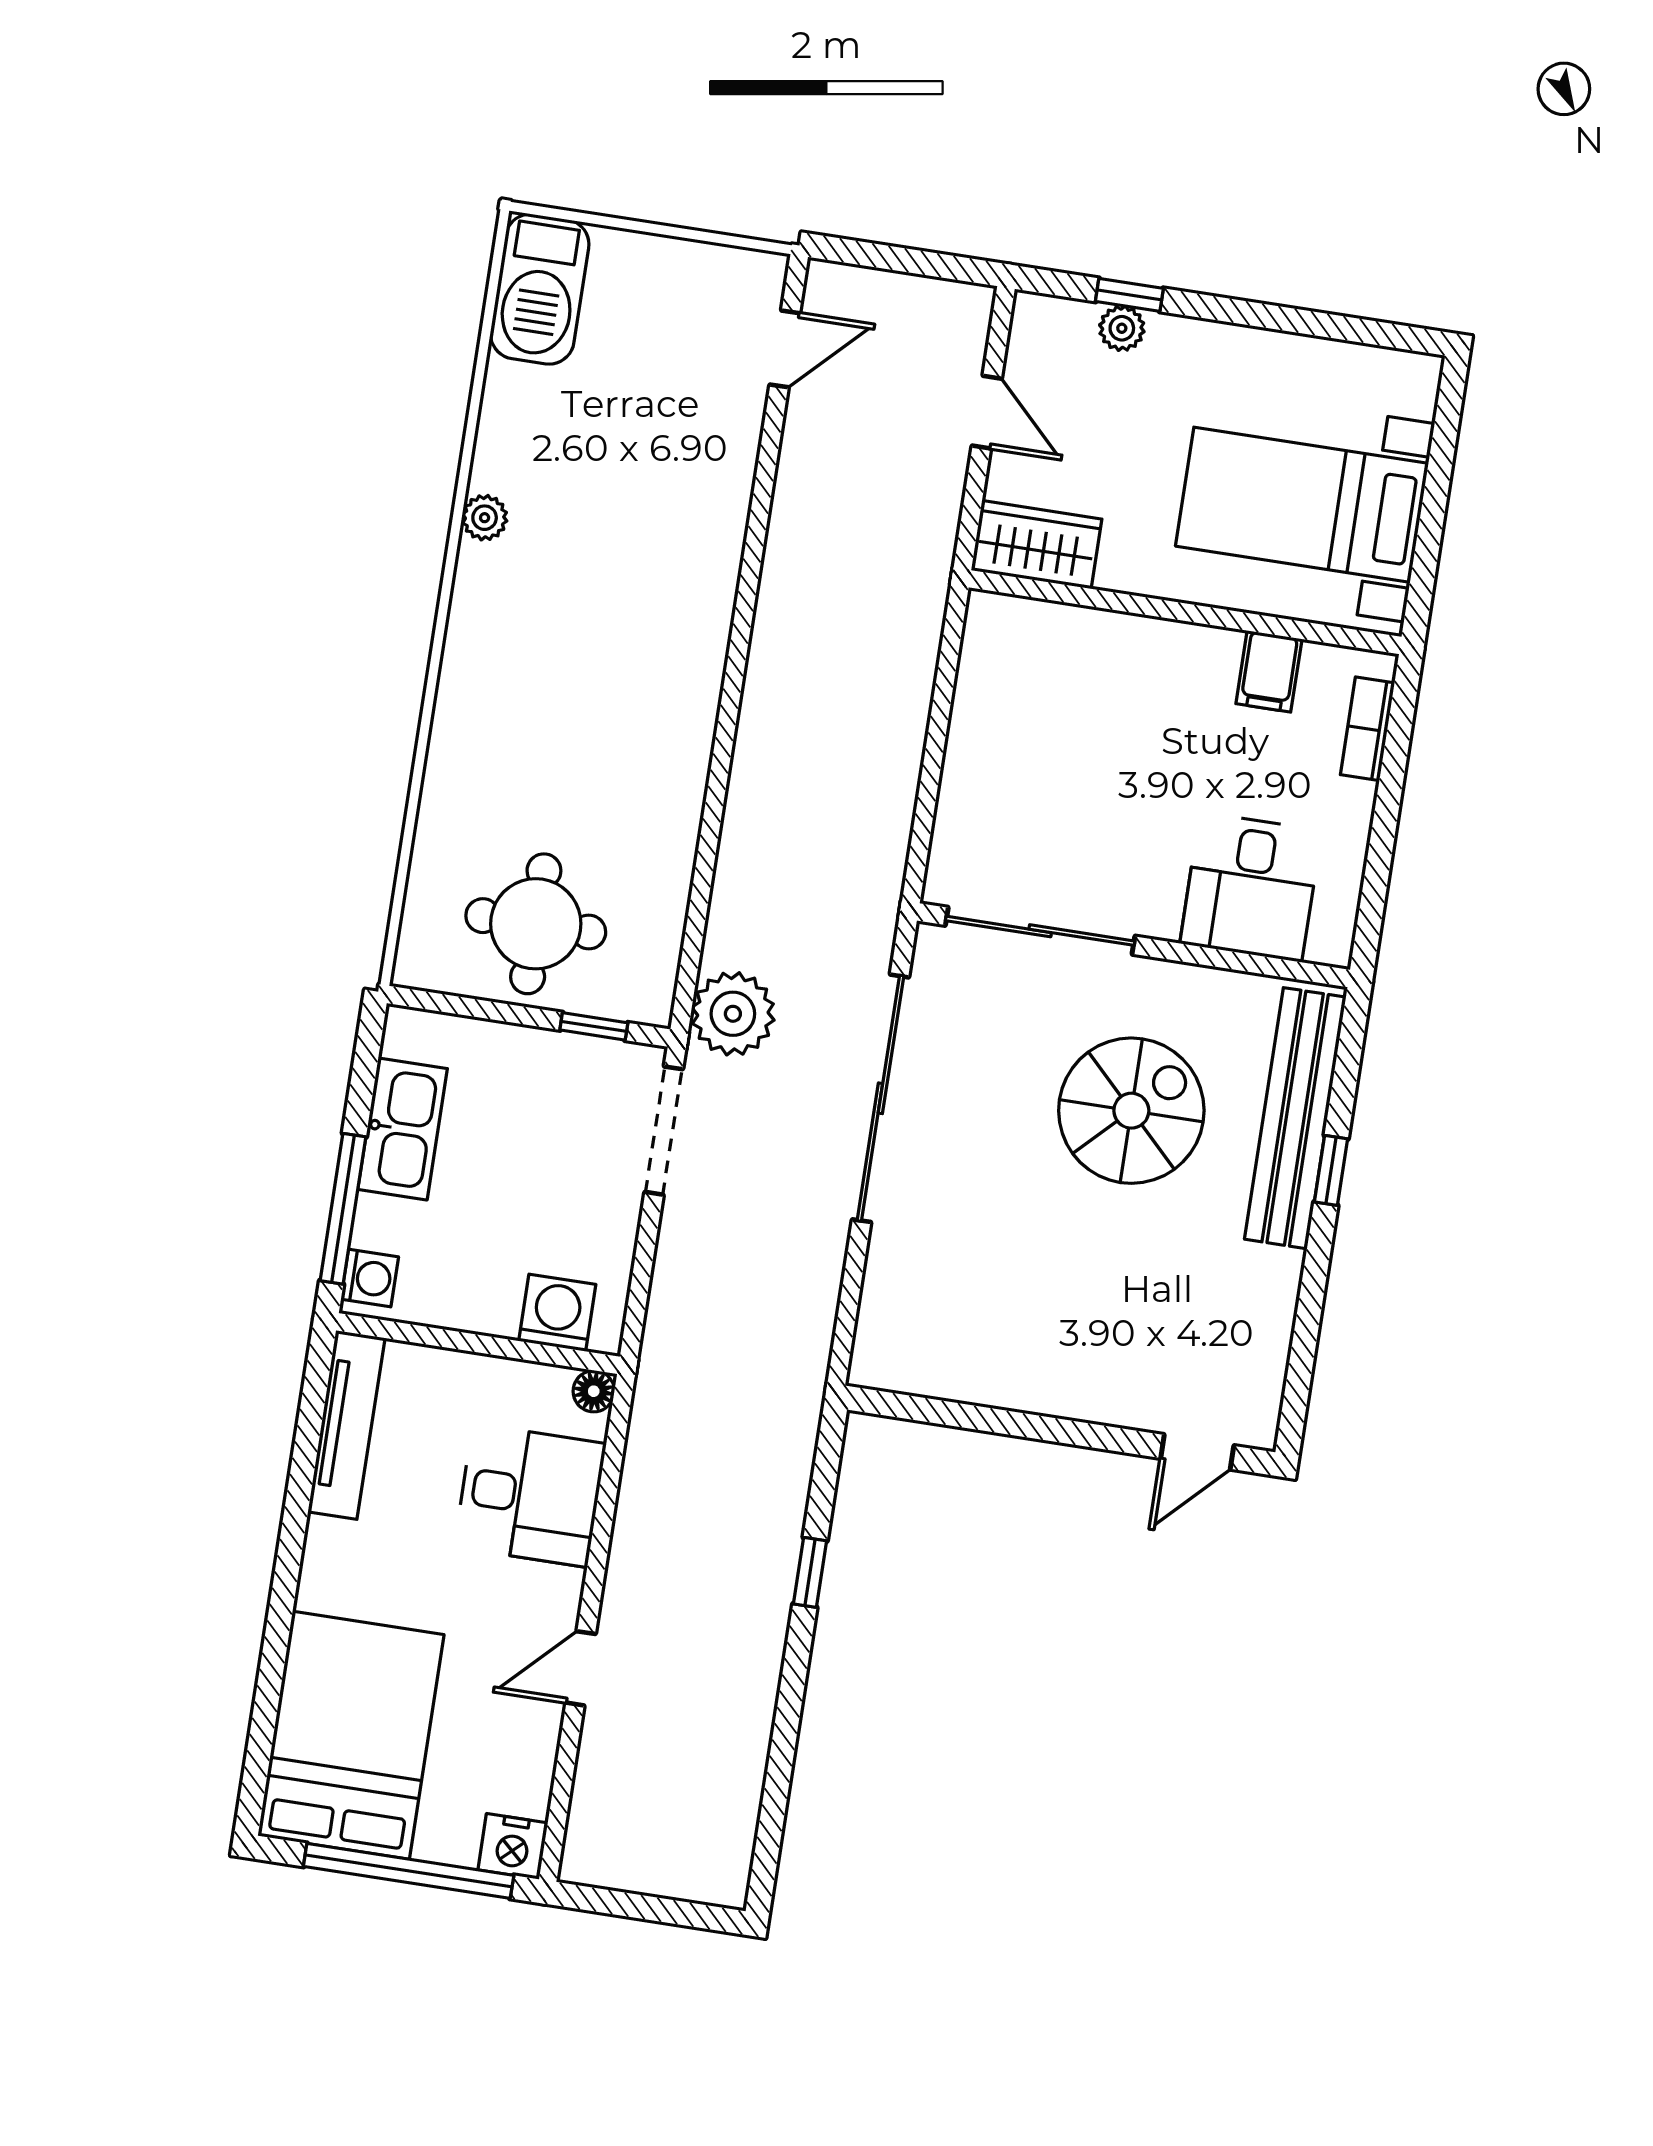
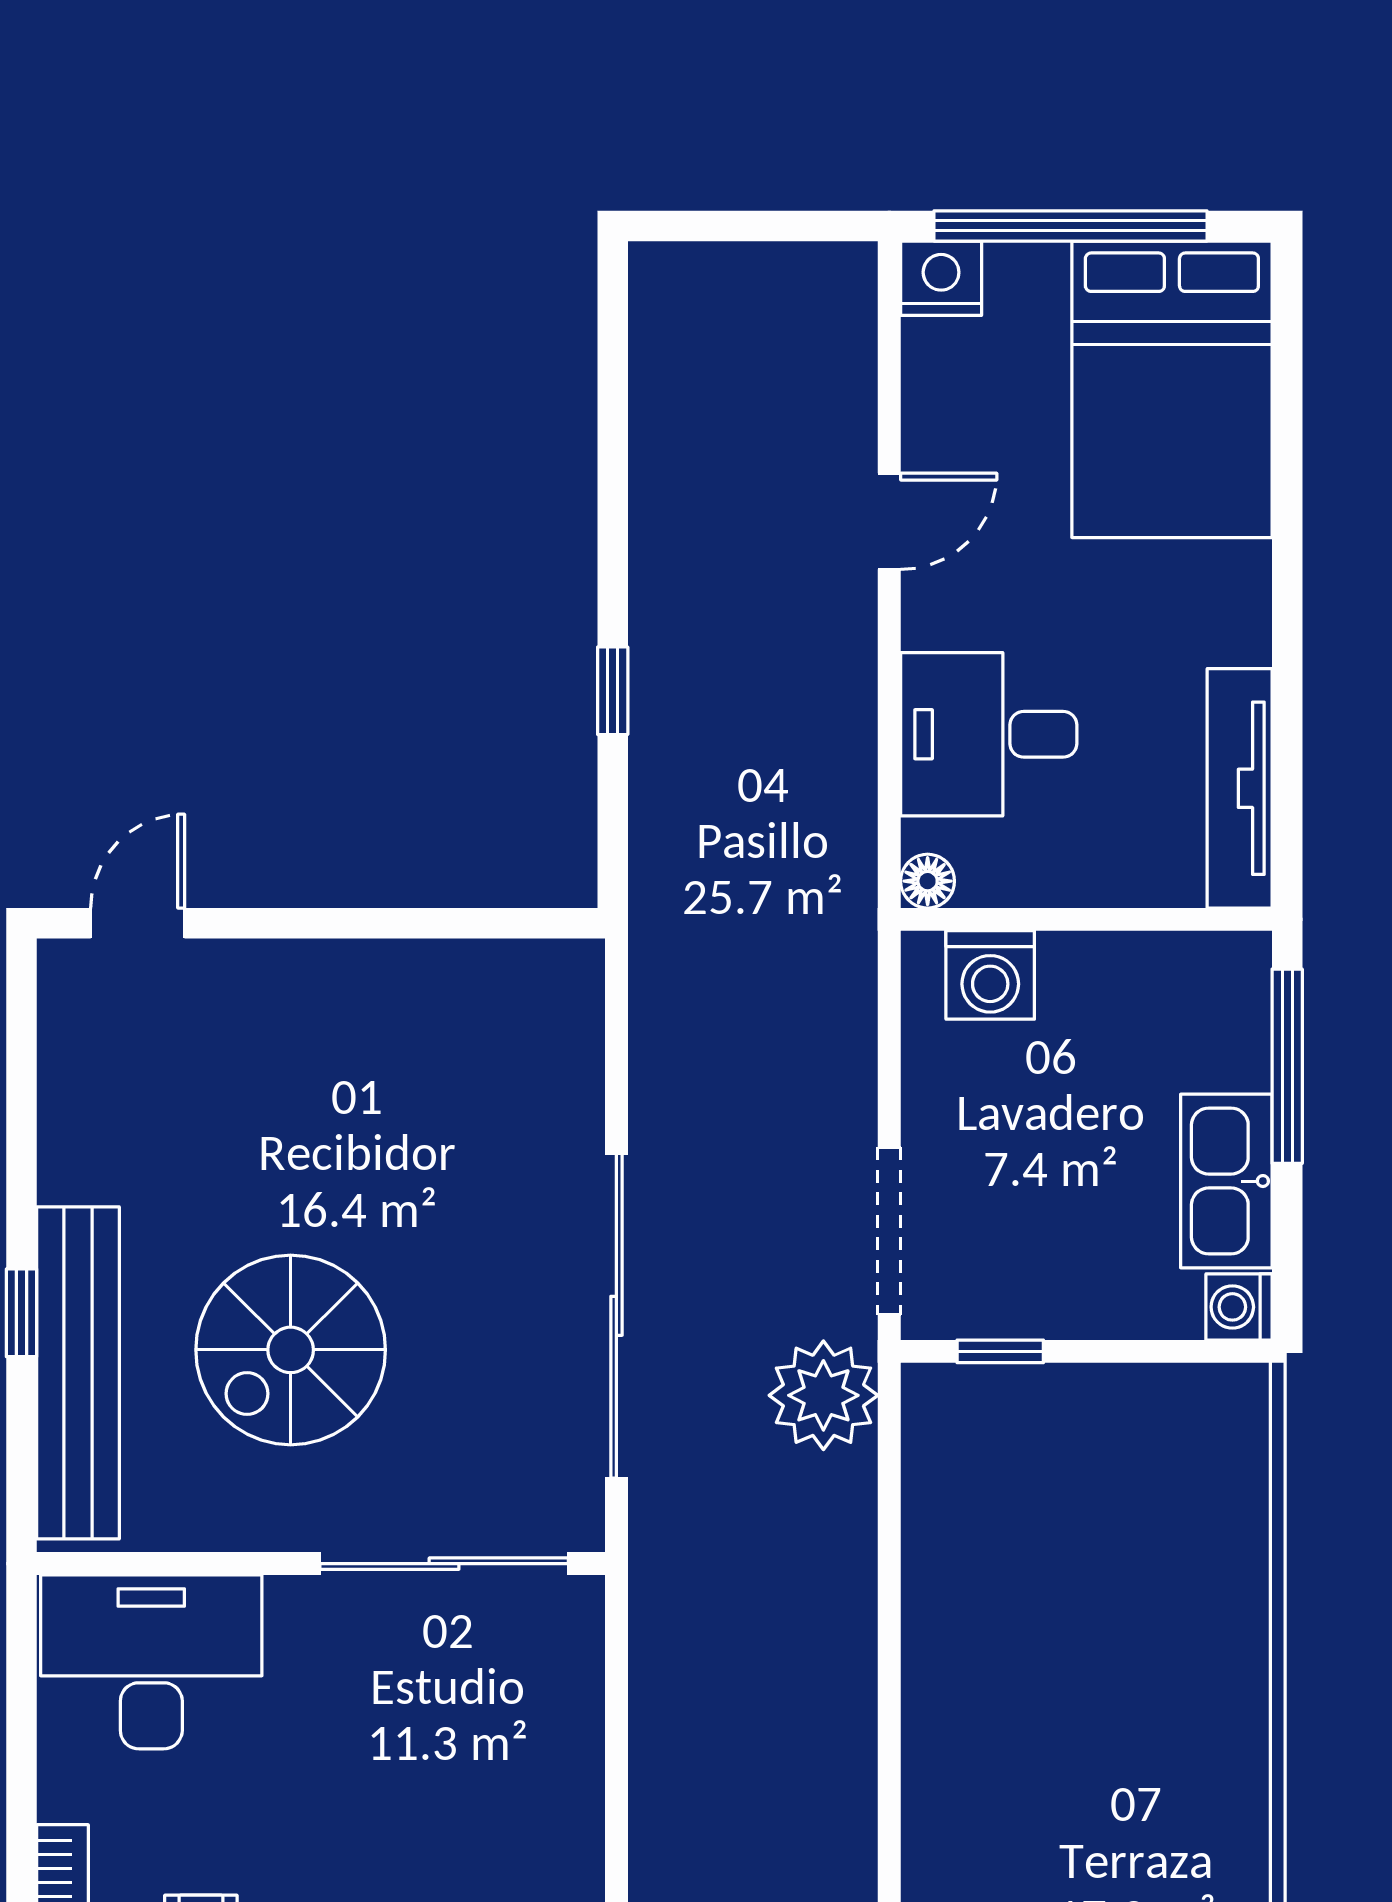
desk: (1251, 887) -> (151, 1662), width x1.37
round table: (536, 924) -> (1095, 1472), removed
washing machine: (370, 1278) -> (1239, 1307), moved

